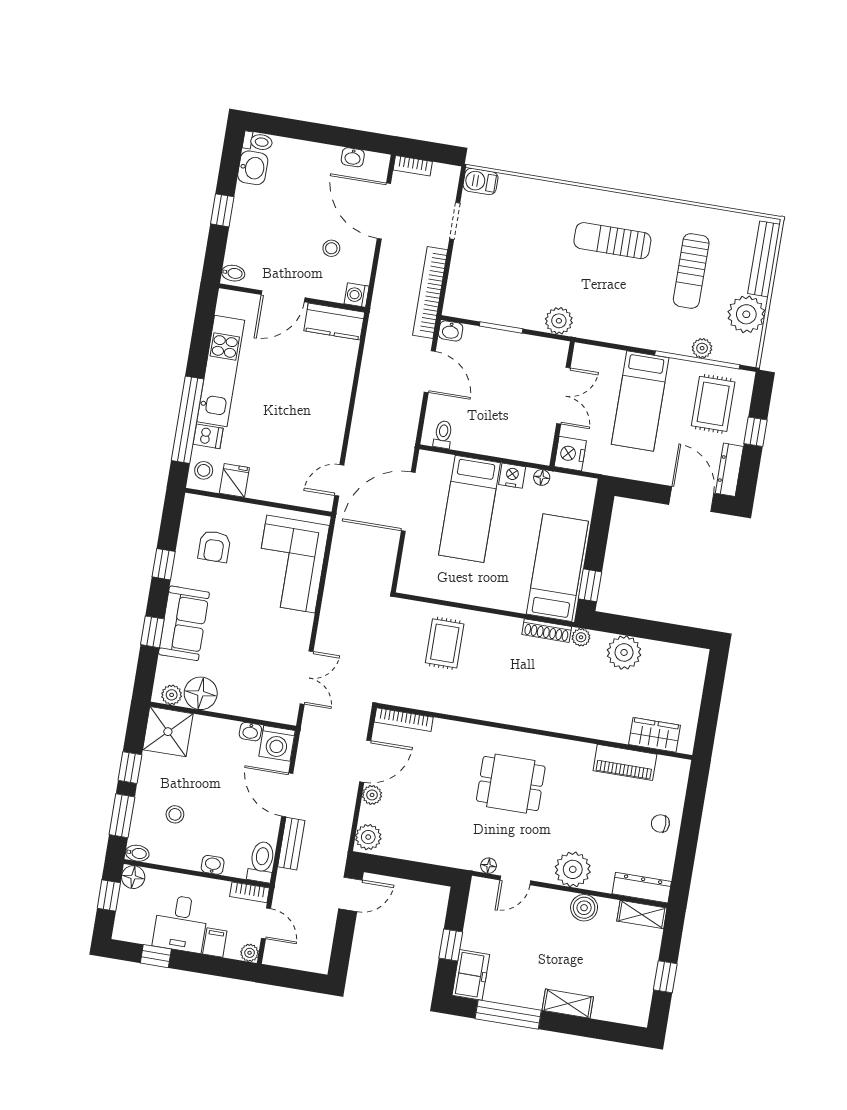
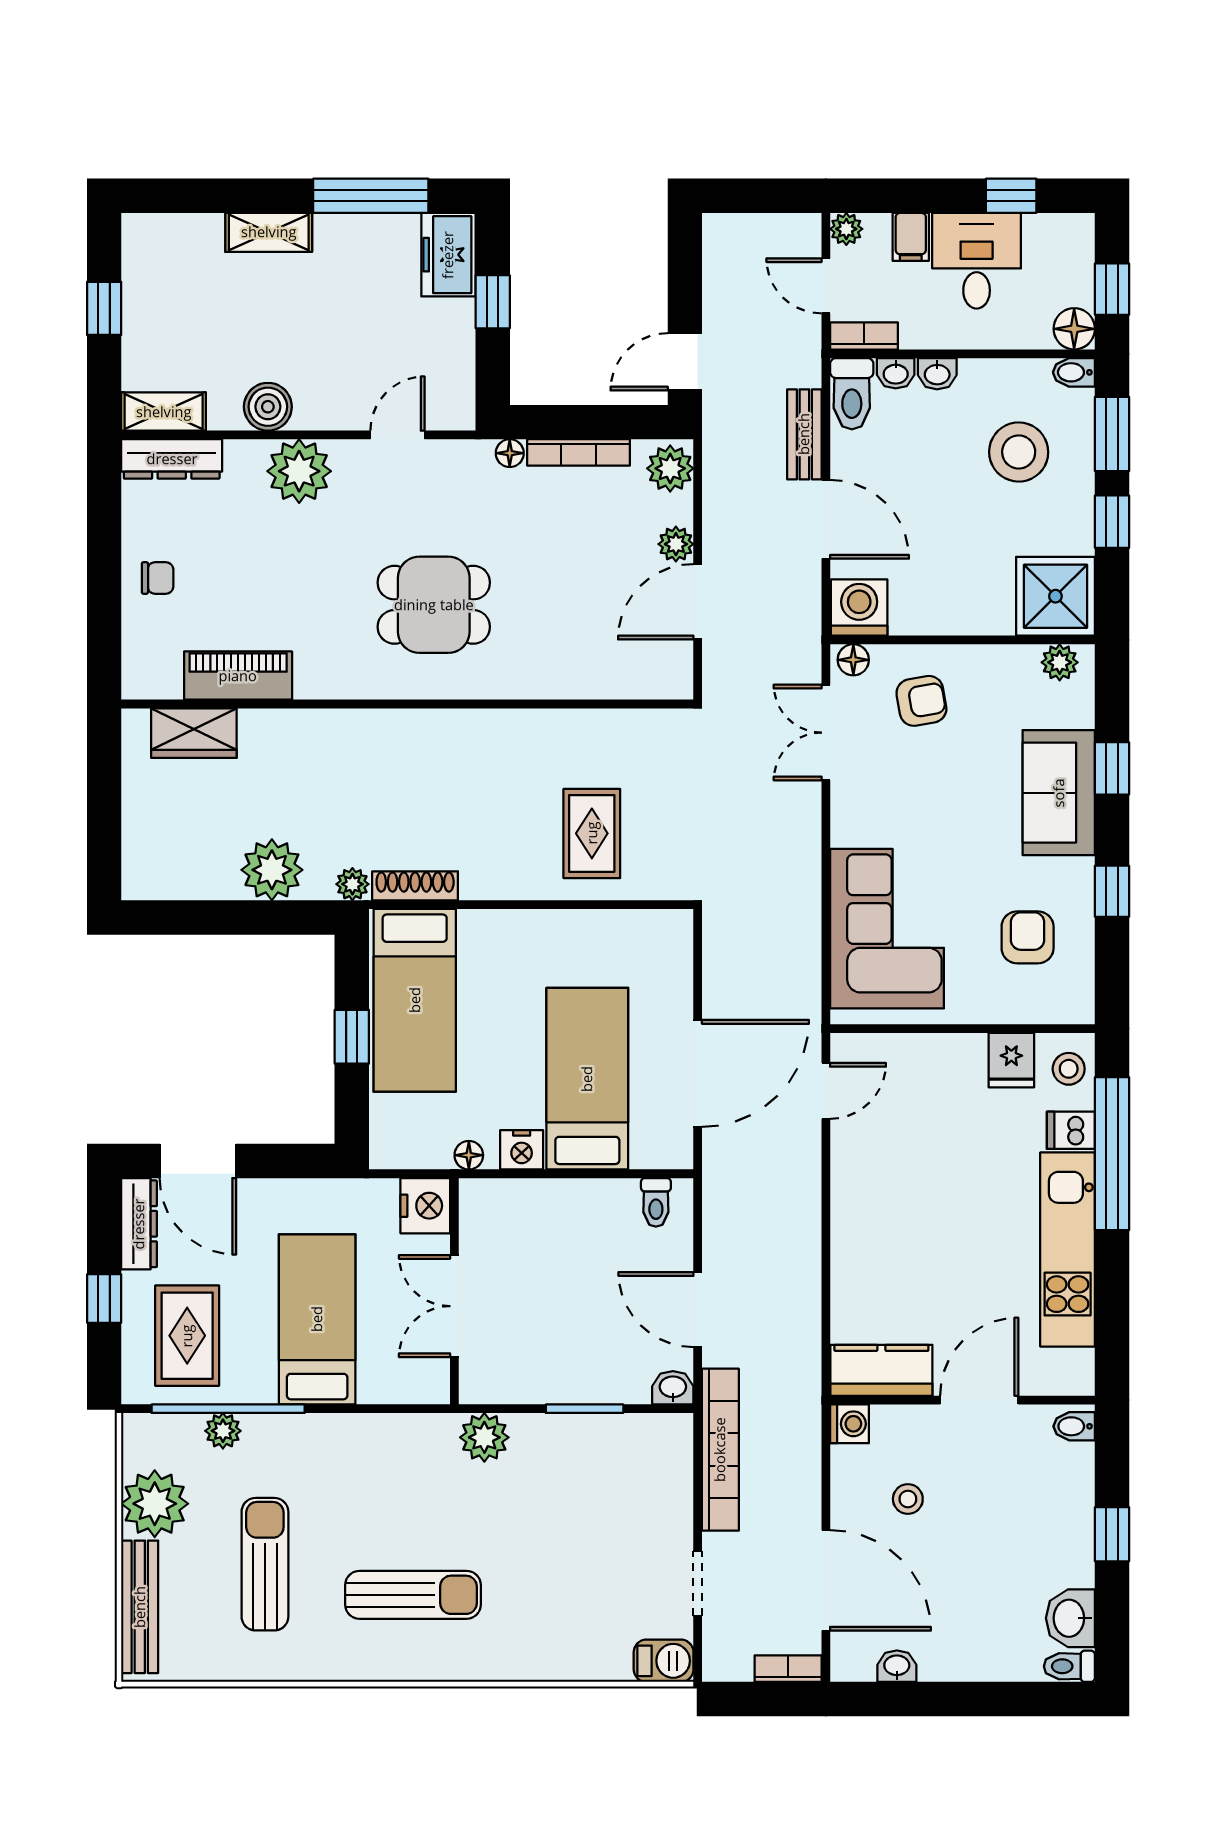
window: (590, 585) -> (352, 1037), moved
armchair: (251, 686) -> (921, 701), added
floor lamp: (201, 693) -> (853, 660), moved, width x0.53, depth x0.53
bookcase: (404, 720) -> (579, 452), moved, turned 180
washbasin: (250, 732) -> (896, 373), moved, turned 180
stool: (175, 814) -> (1019, 452), width x1.89, depth x1.89
floor lamp: (489, 866) -> (510, 453), moved

